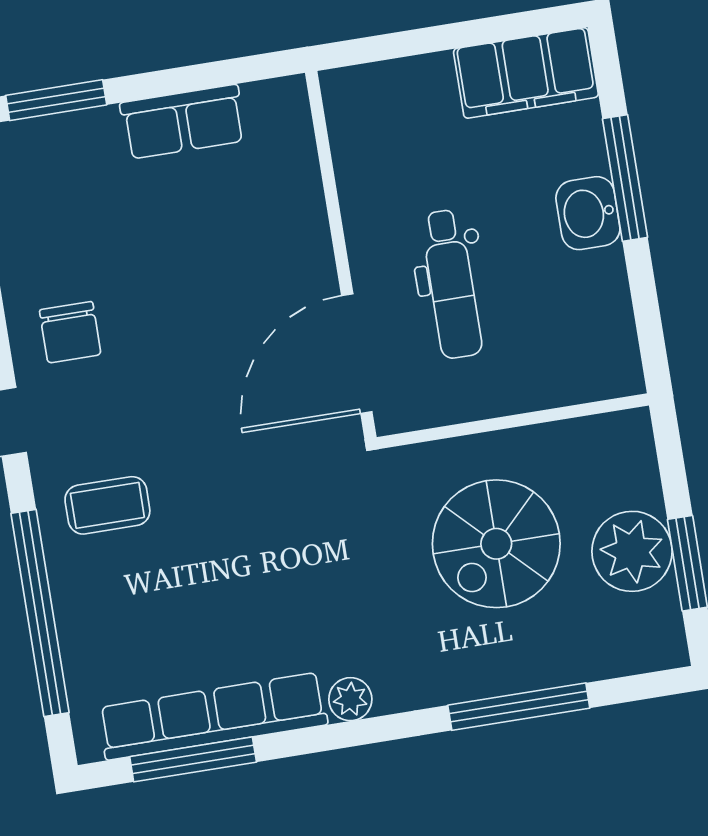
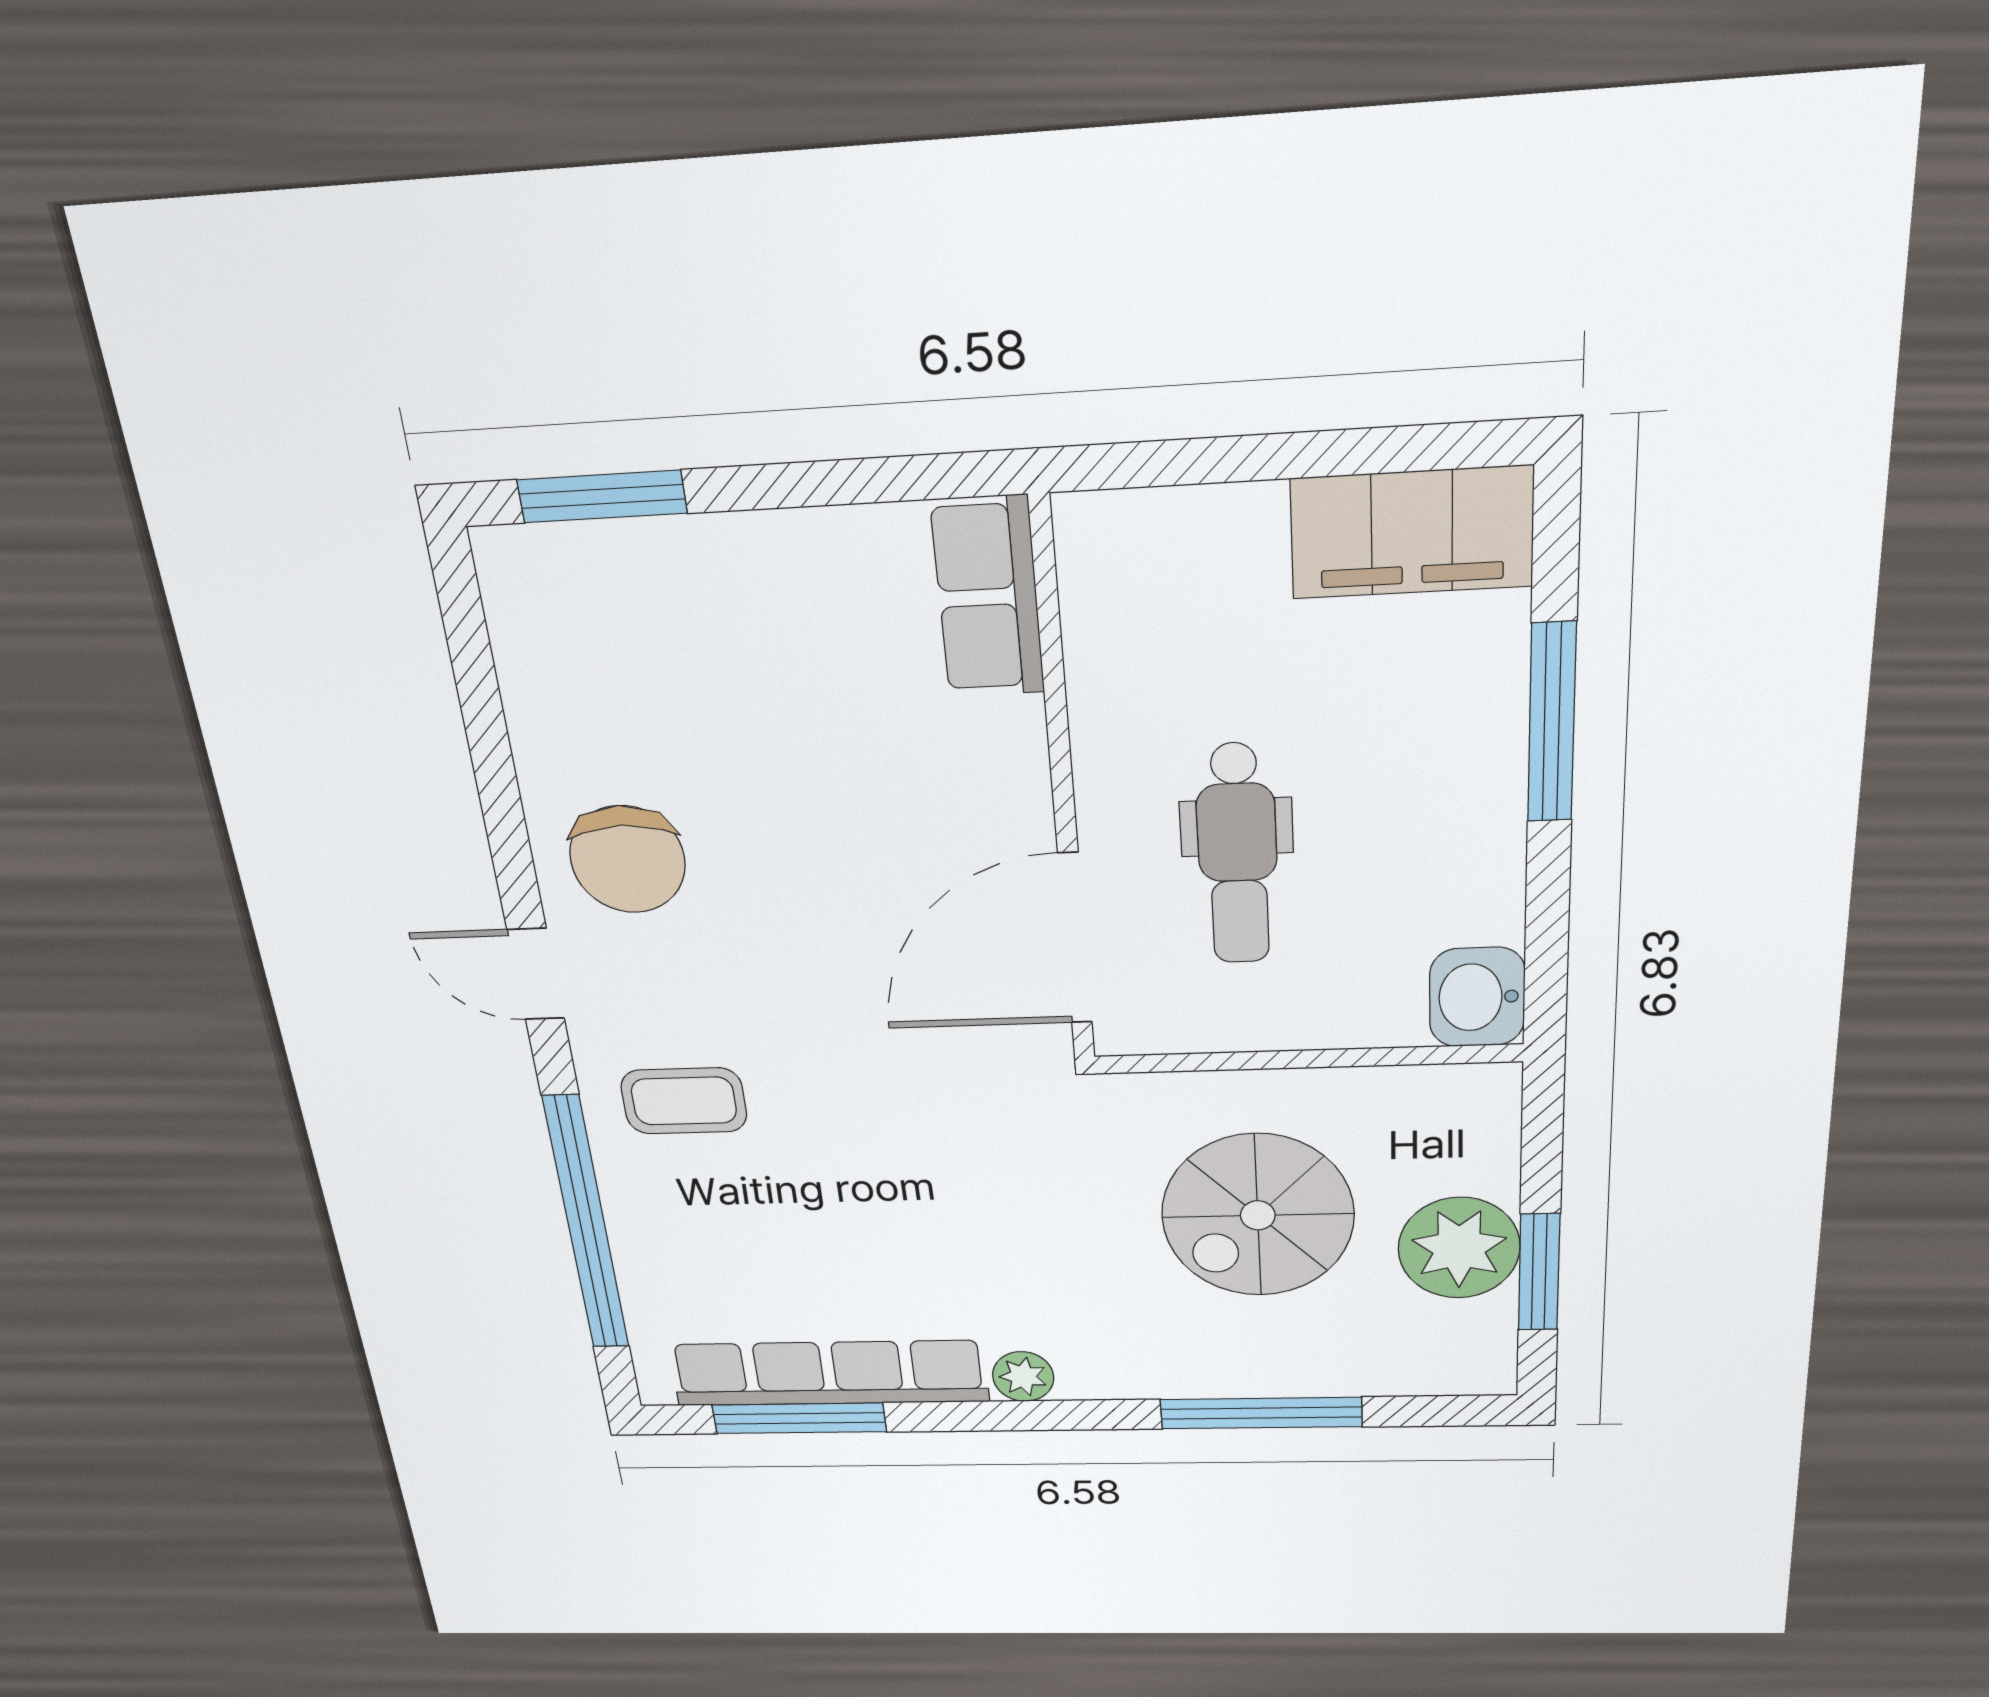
row of seats: (183, 122) -> (988, 597), moved, turned 90
washbasin: (588, 213) -> (1477, 997), moved
chair: (70, 332) -> (627, 859), width x1.37, depth x1.37

